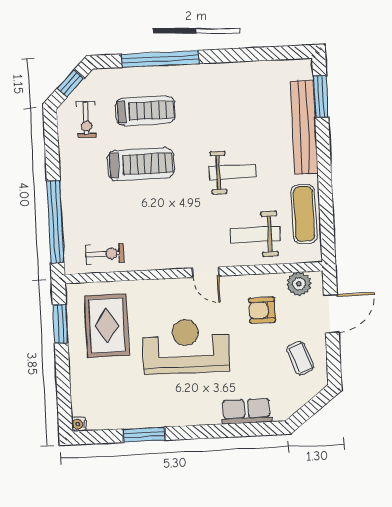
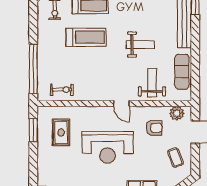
weight bench: (255, 235) -> (152, 83), turned 90
armchair: (262, 310) -> (154, 128), turned 180
rug: (107, 325) -> (61, 132), width x0.73, depth x0.70
reception desk: (186, 346) -> (108, 147), turned 180

